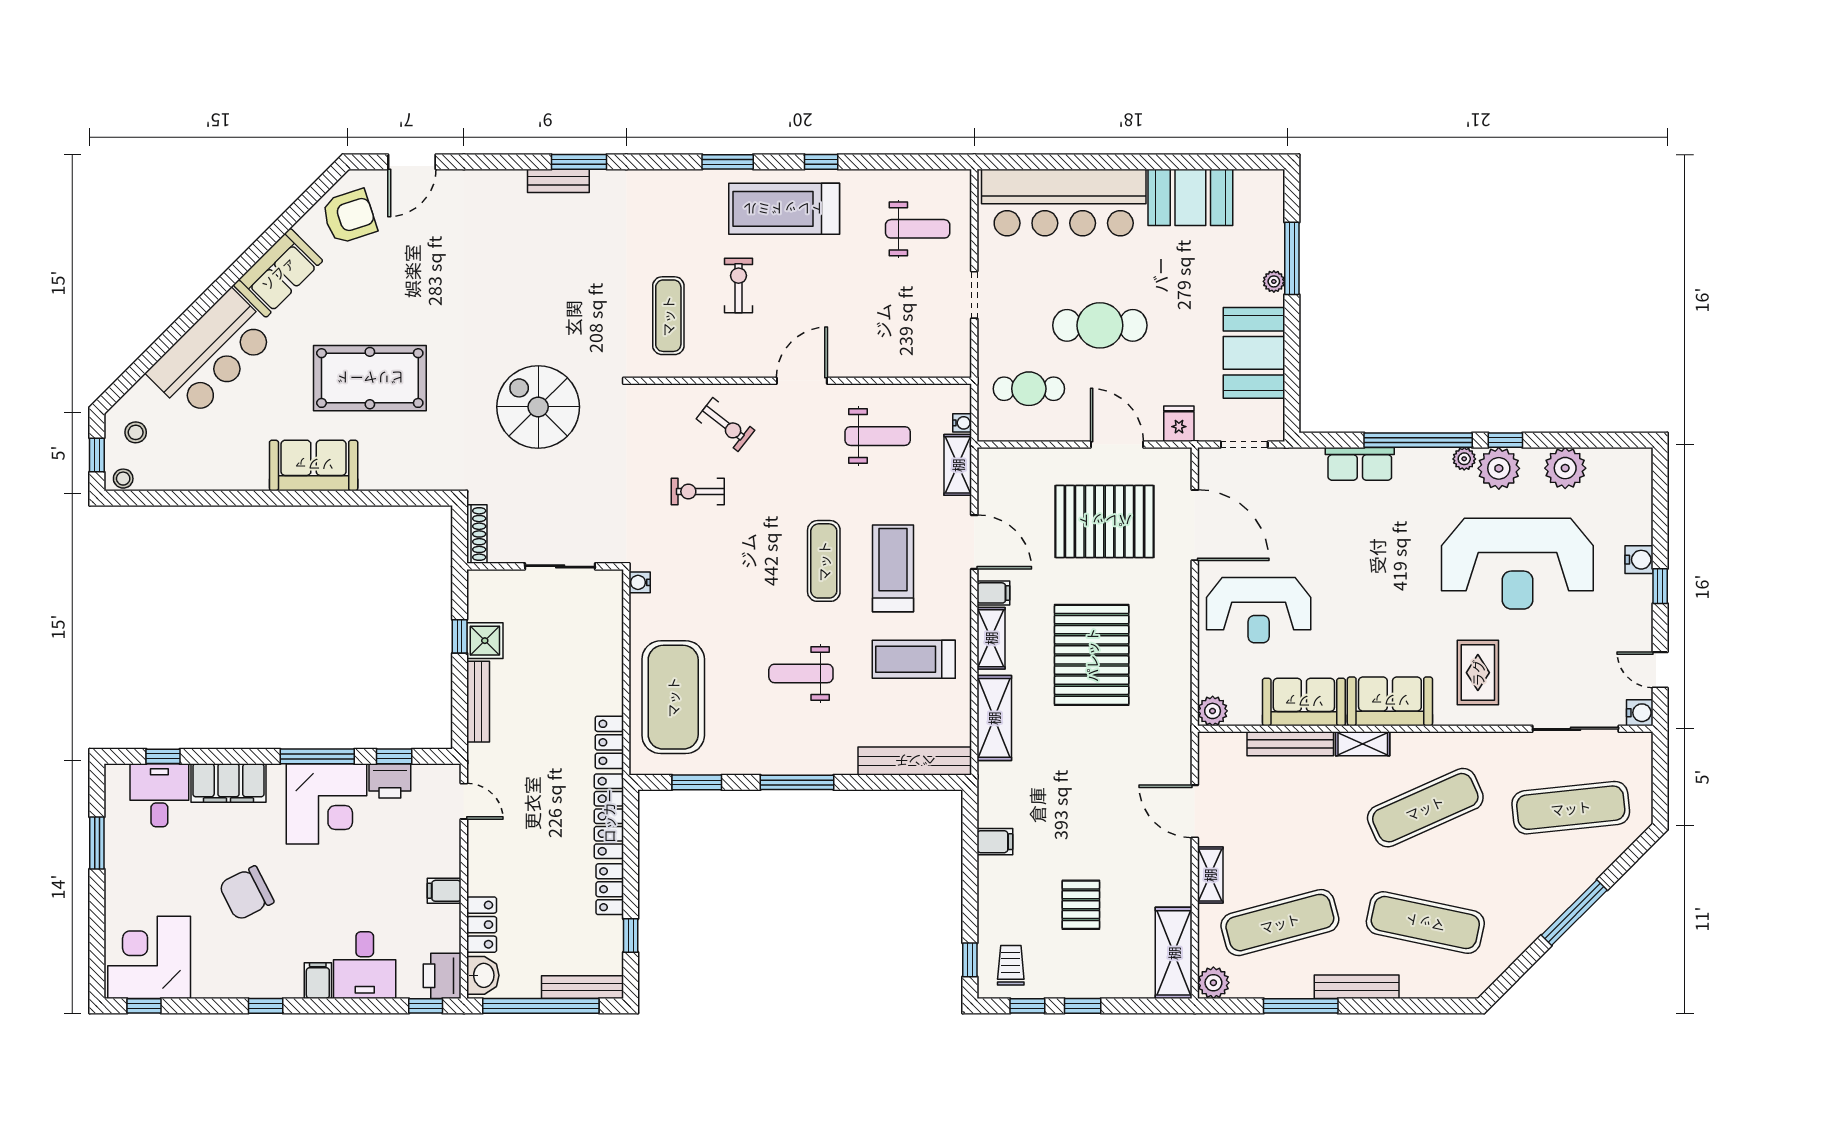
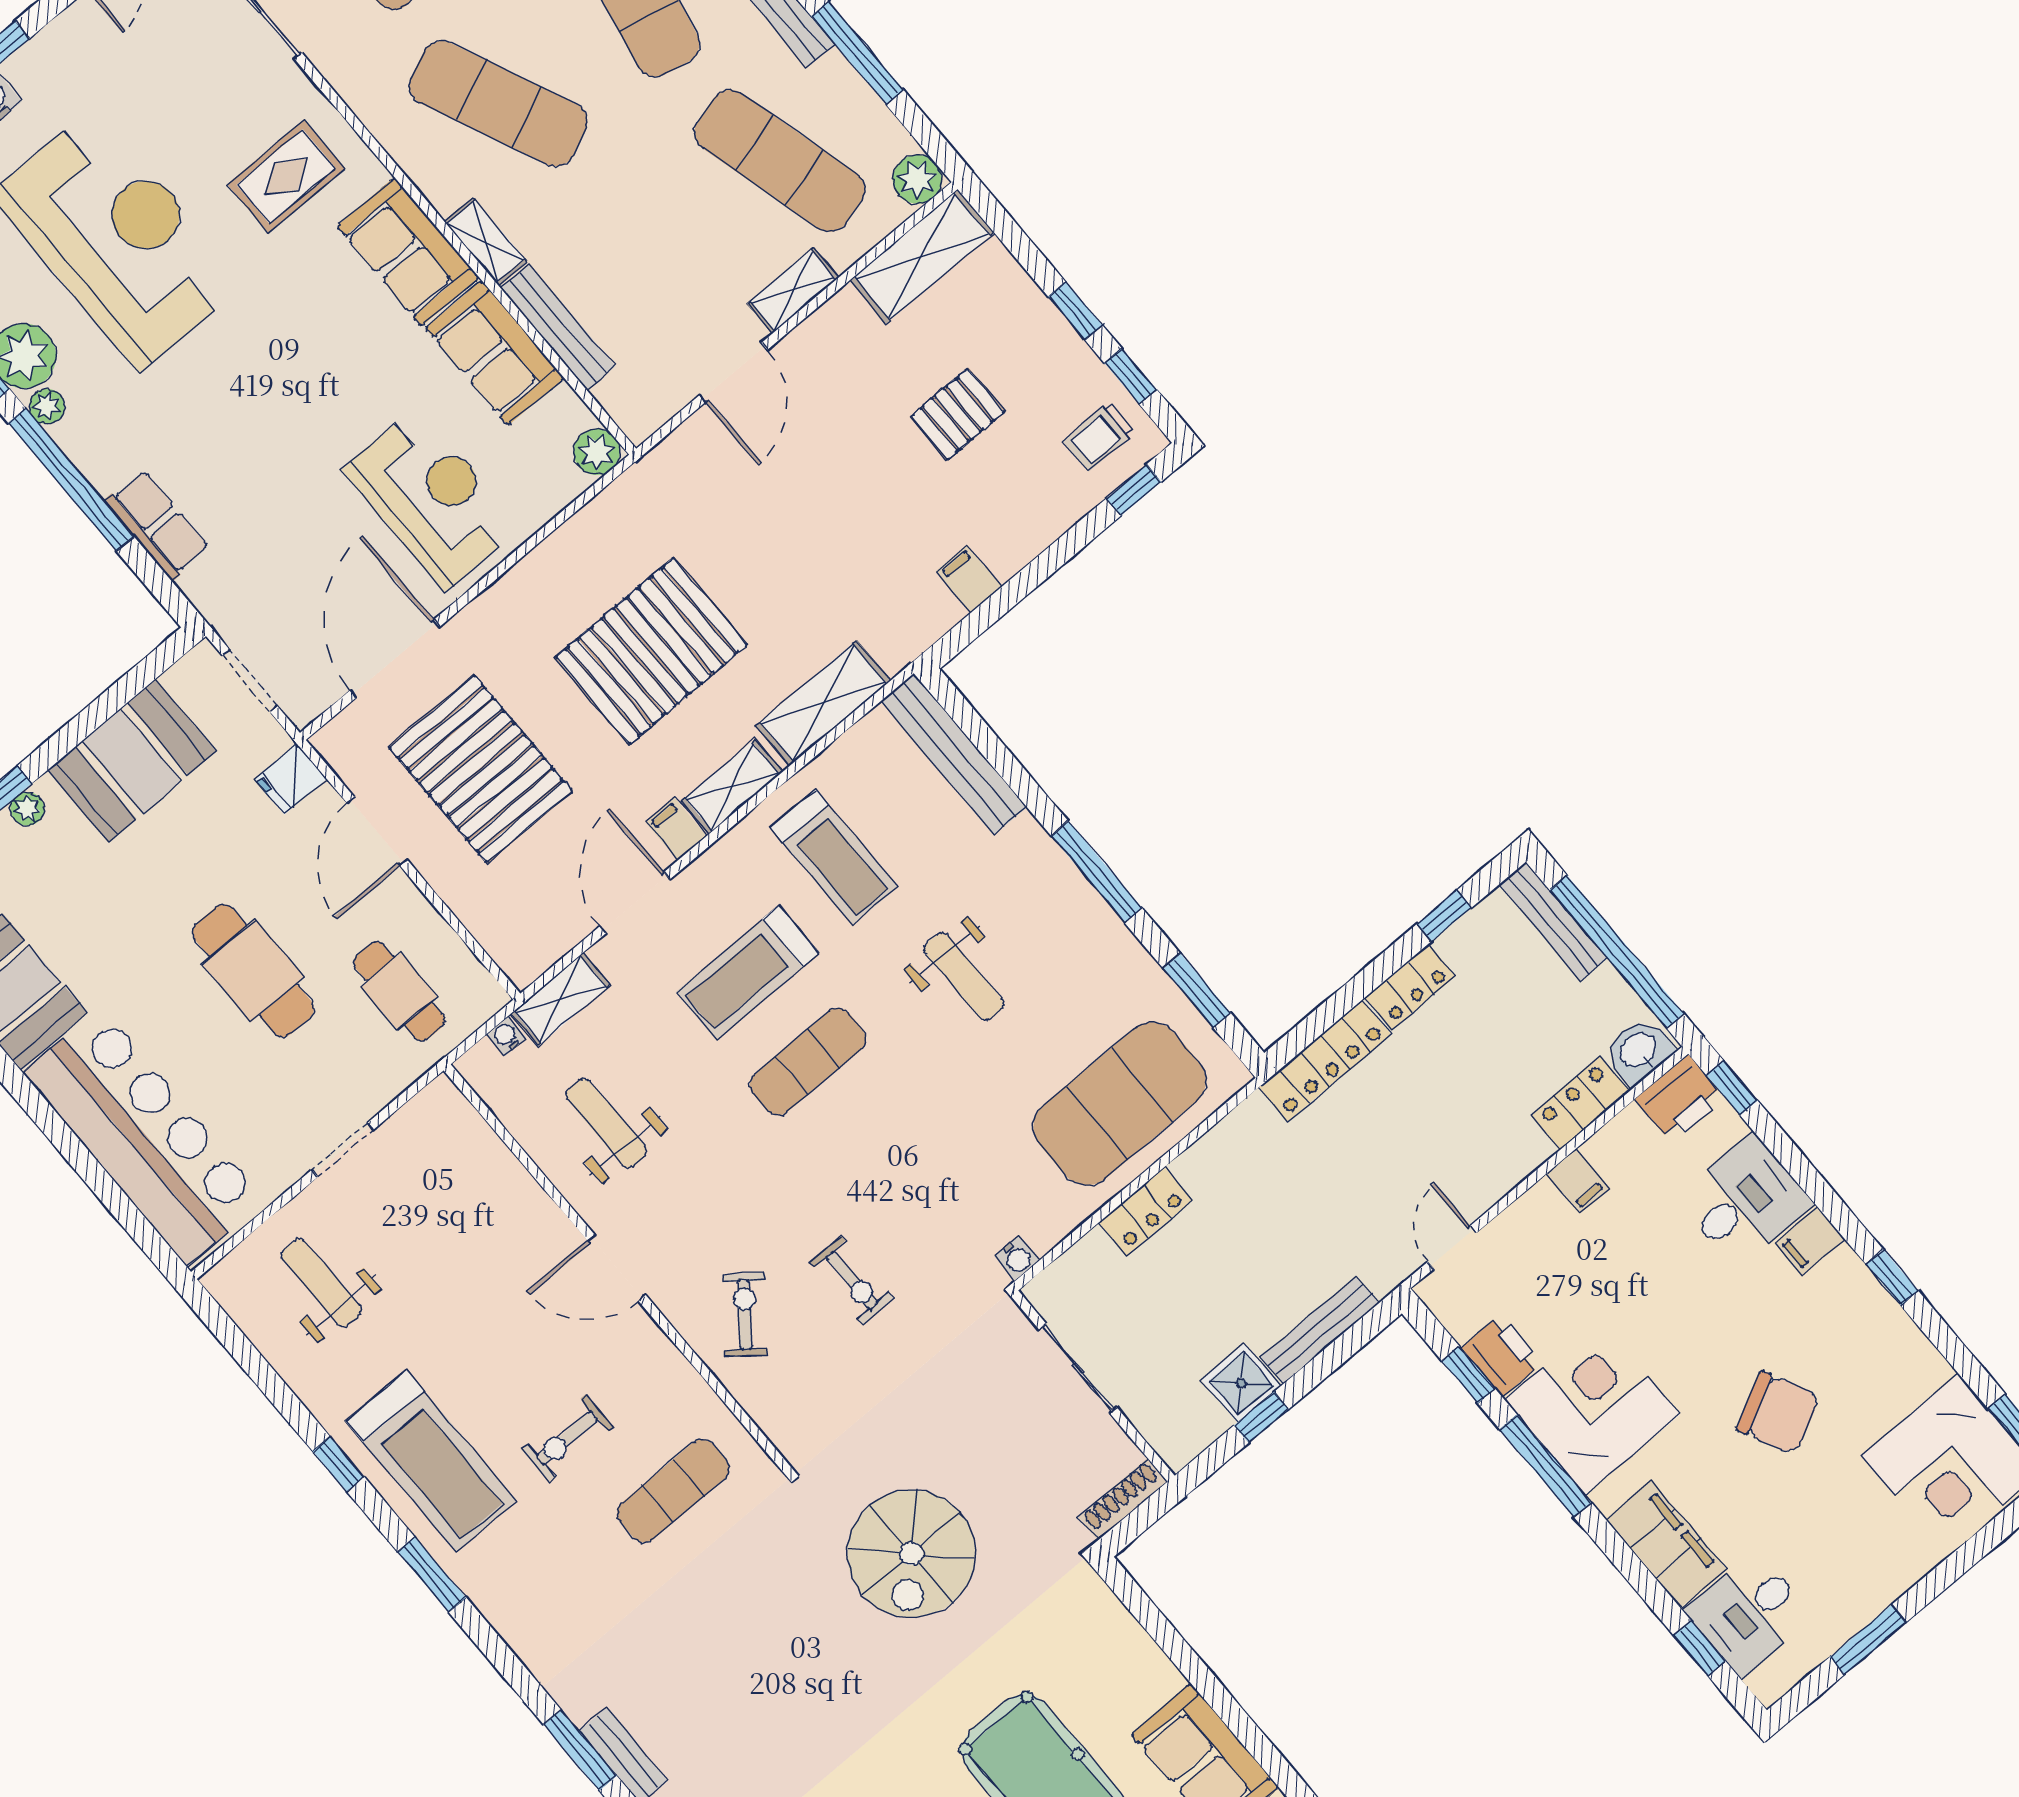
locker: (609, 742) -> (1145, 1211), moved

